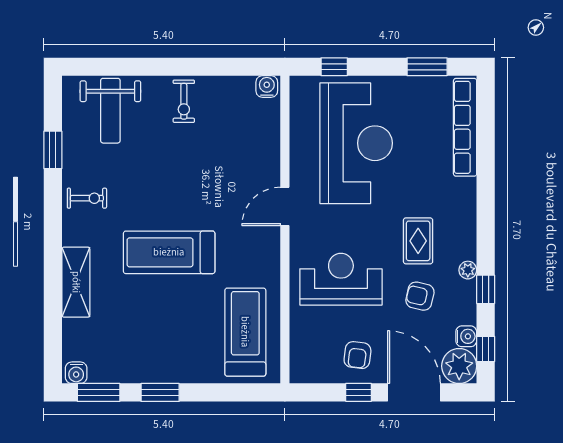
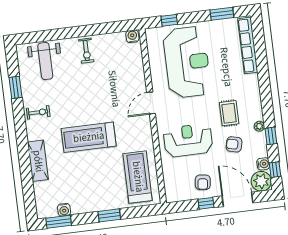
water cooler: (76, 373) -> (64, 210), moved
window: (160, 392) -> (109, 215), moved

